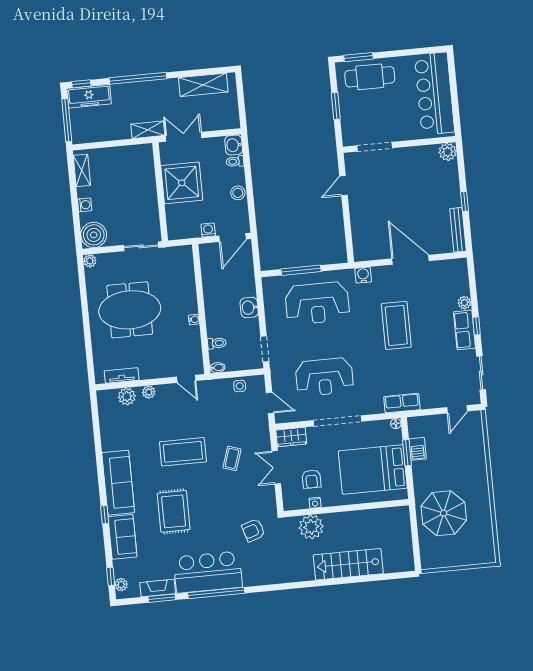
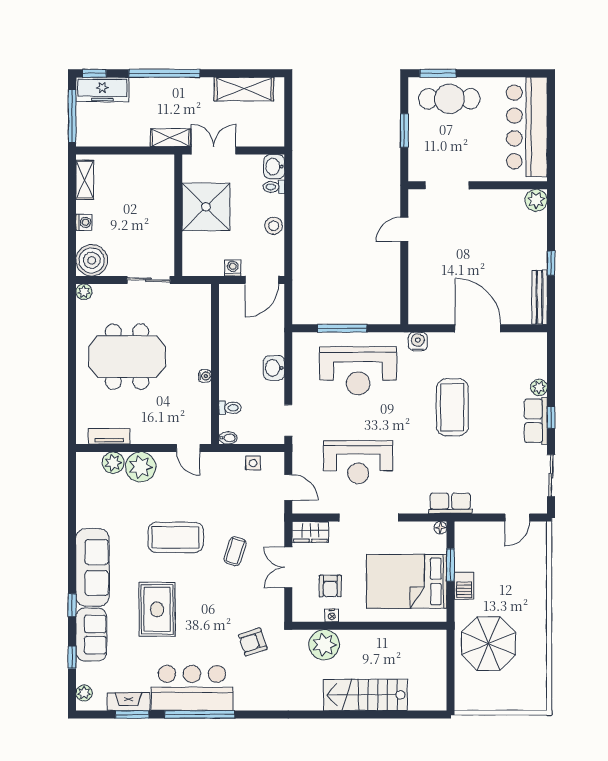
plant: (149, 392) -> (141, 467), width x1.88, depth x1.88
barbecue: (418, 449) -> (464, 586), moved
window: (111, 576) -> (72, 657), moved

